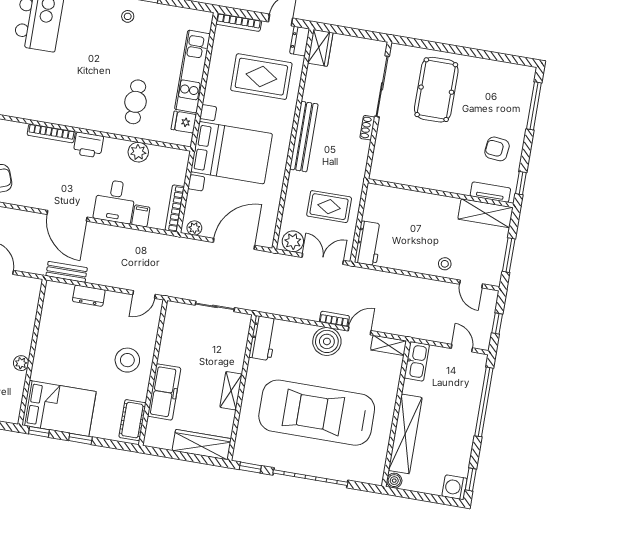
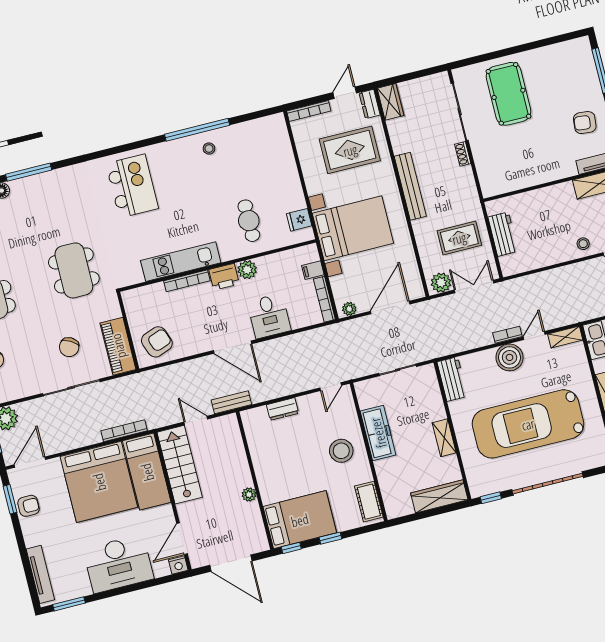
kitchen unit: (192, 71) -> (181, 262), moved, turned 90
plant: (138, 152) -> (247, 270), moved
filing cabinet: (141, 216) -> (313, 270), moved, turned -90
workbench: (369, 243) -> (503, 234), moved
bench: (67, 272) -> (231, 402), moved
freezer: (164, 392) -> (378, 433), moved

